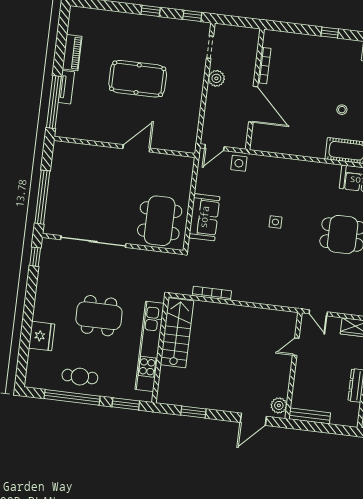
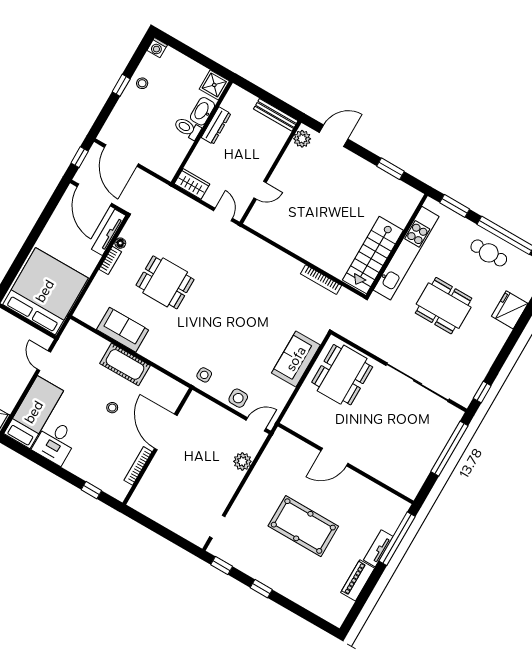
bookcase: (264, 66) -> (138, 466), moved
plant: (216, 78) -> (242, 461), moved
wall: (255, 89) -> (158, 446), moved
door: (253, 104) -> (166, 432), moved
side table: (275, 222) -> (204, 375), moved

